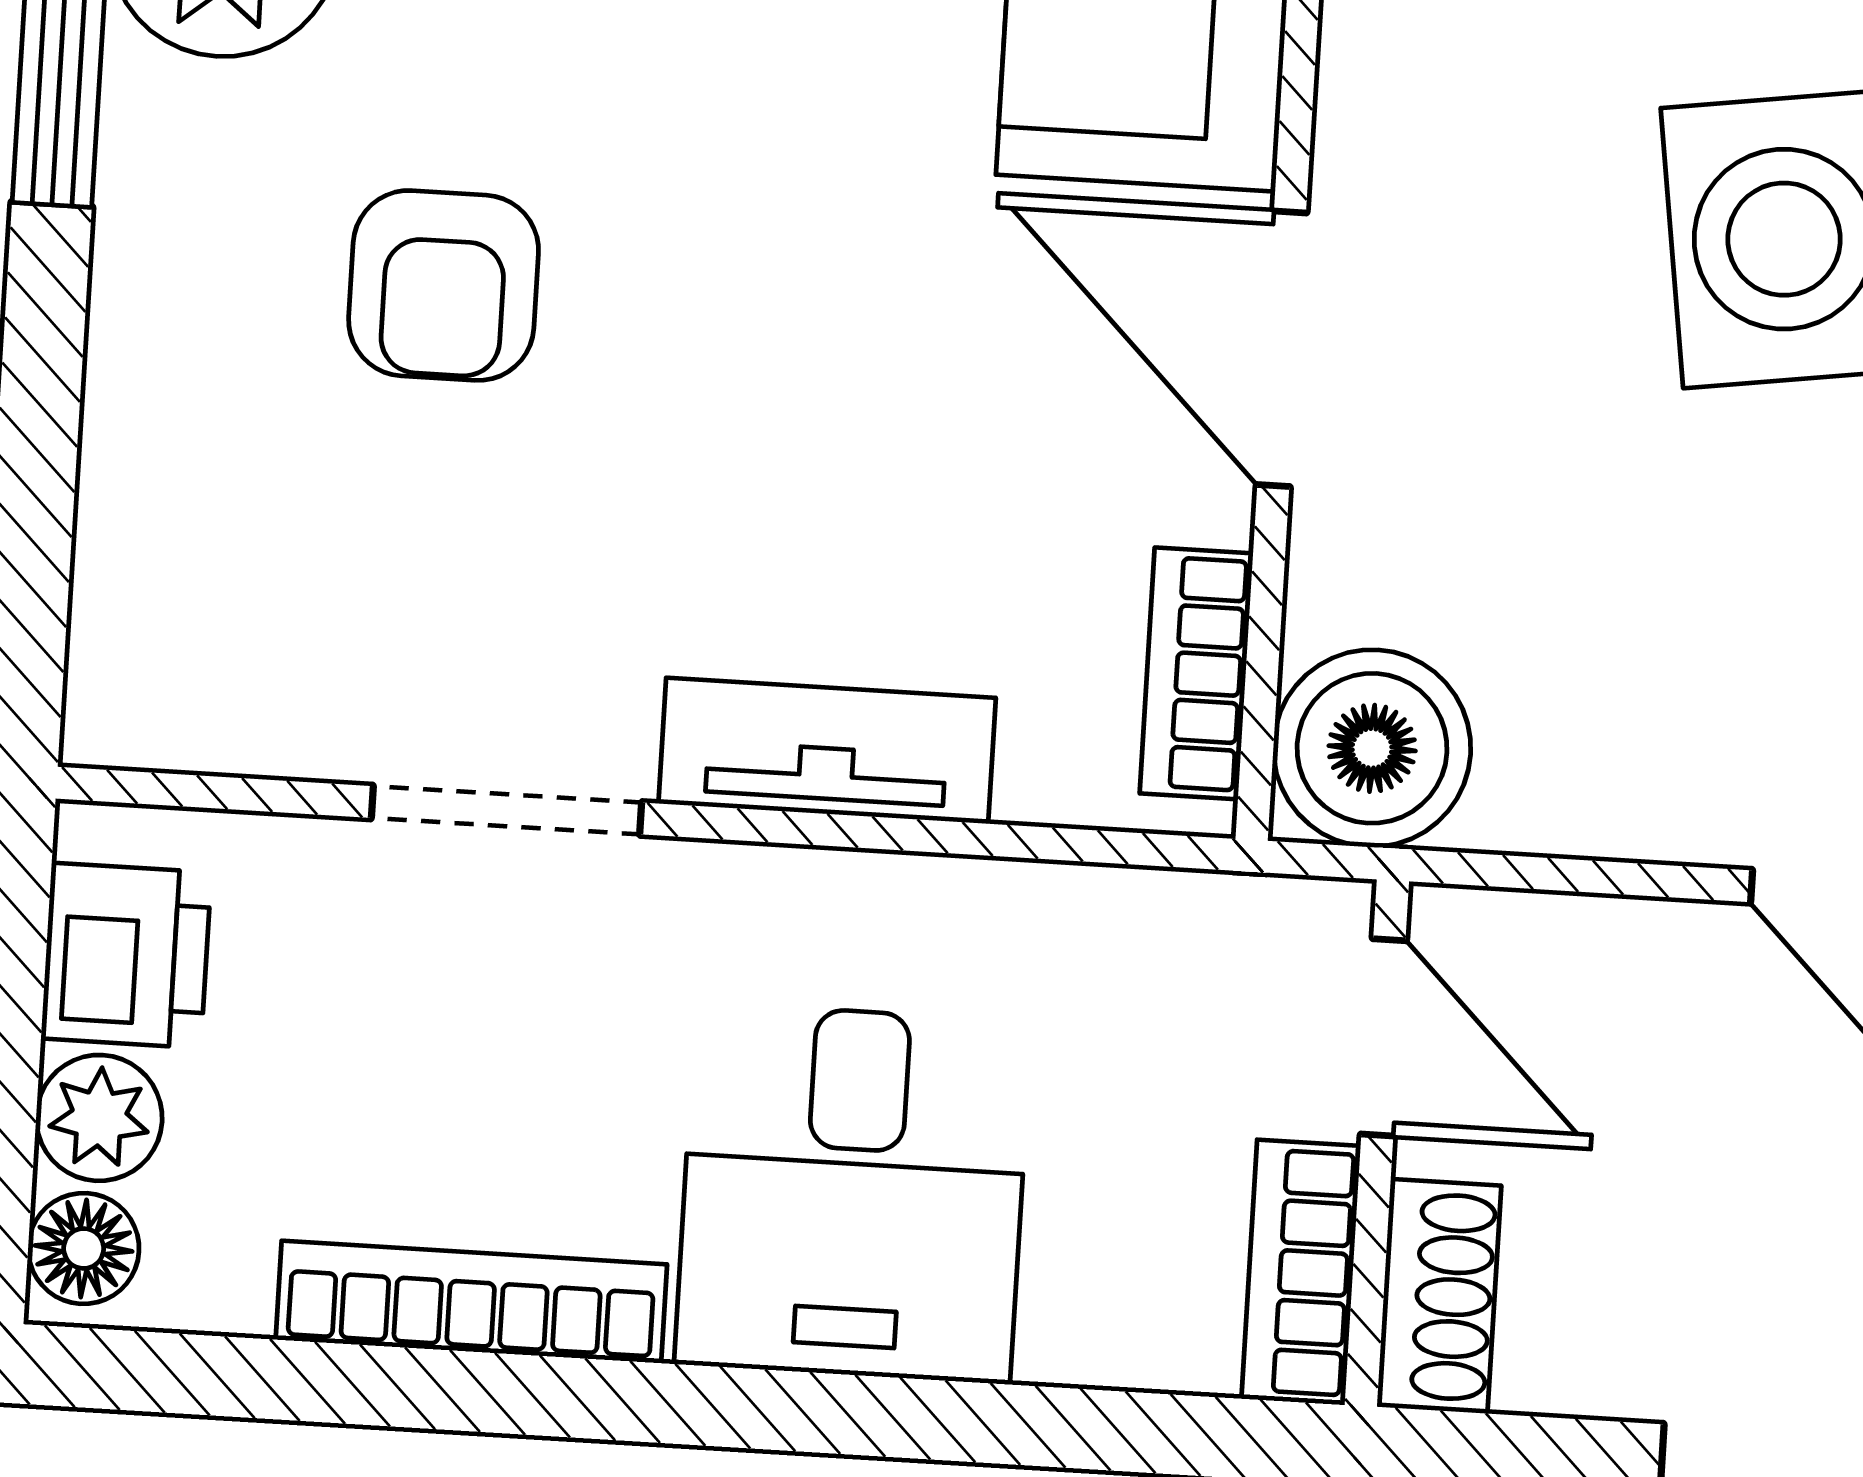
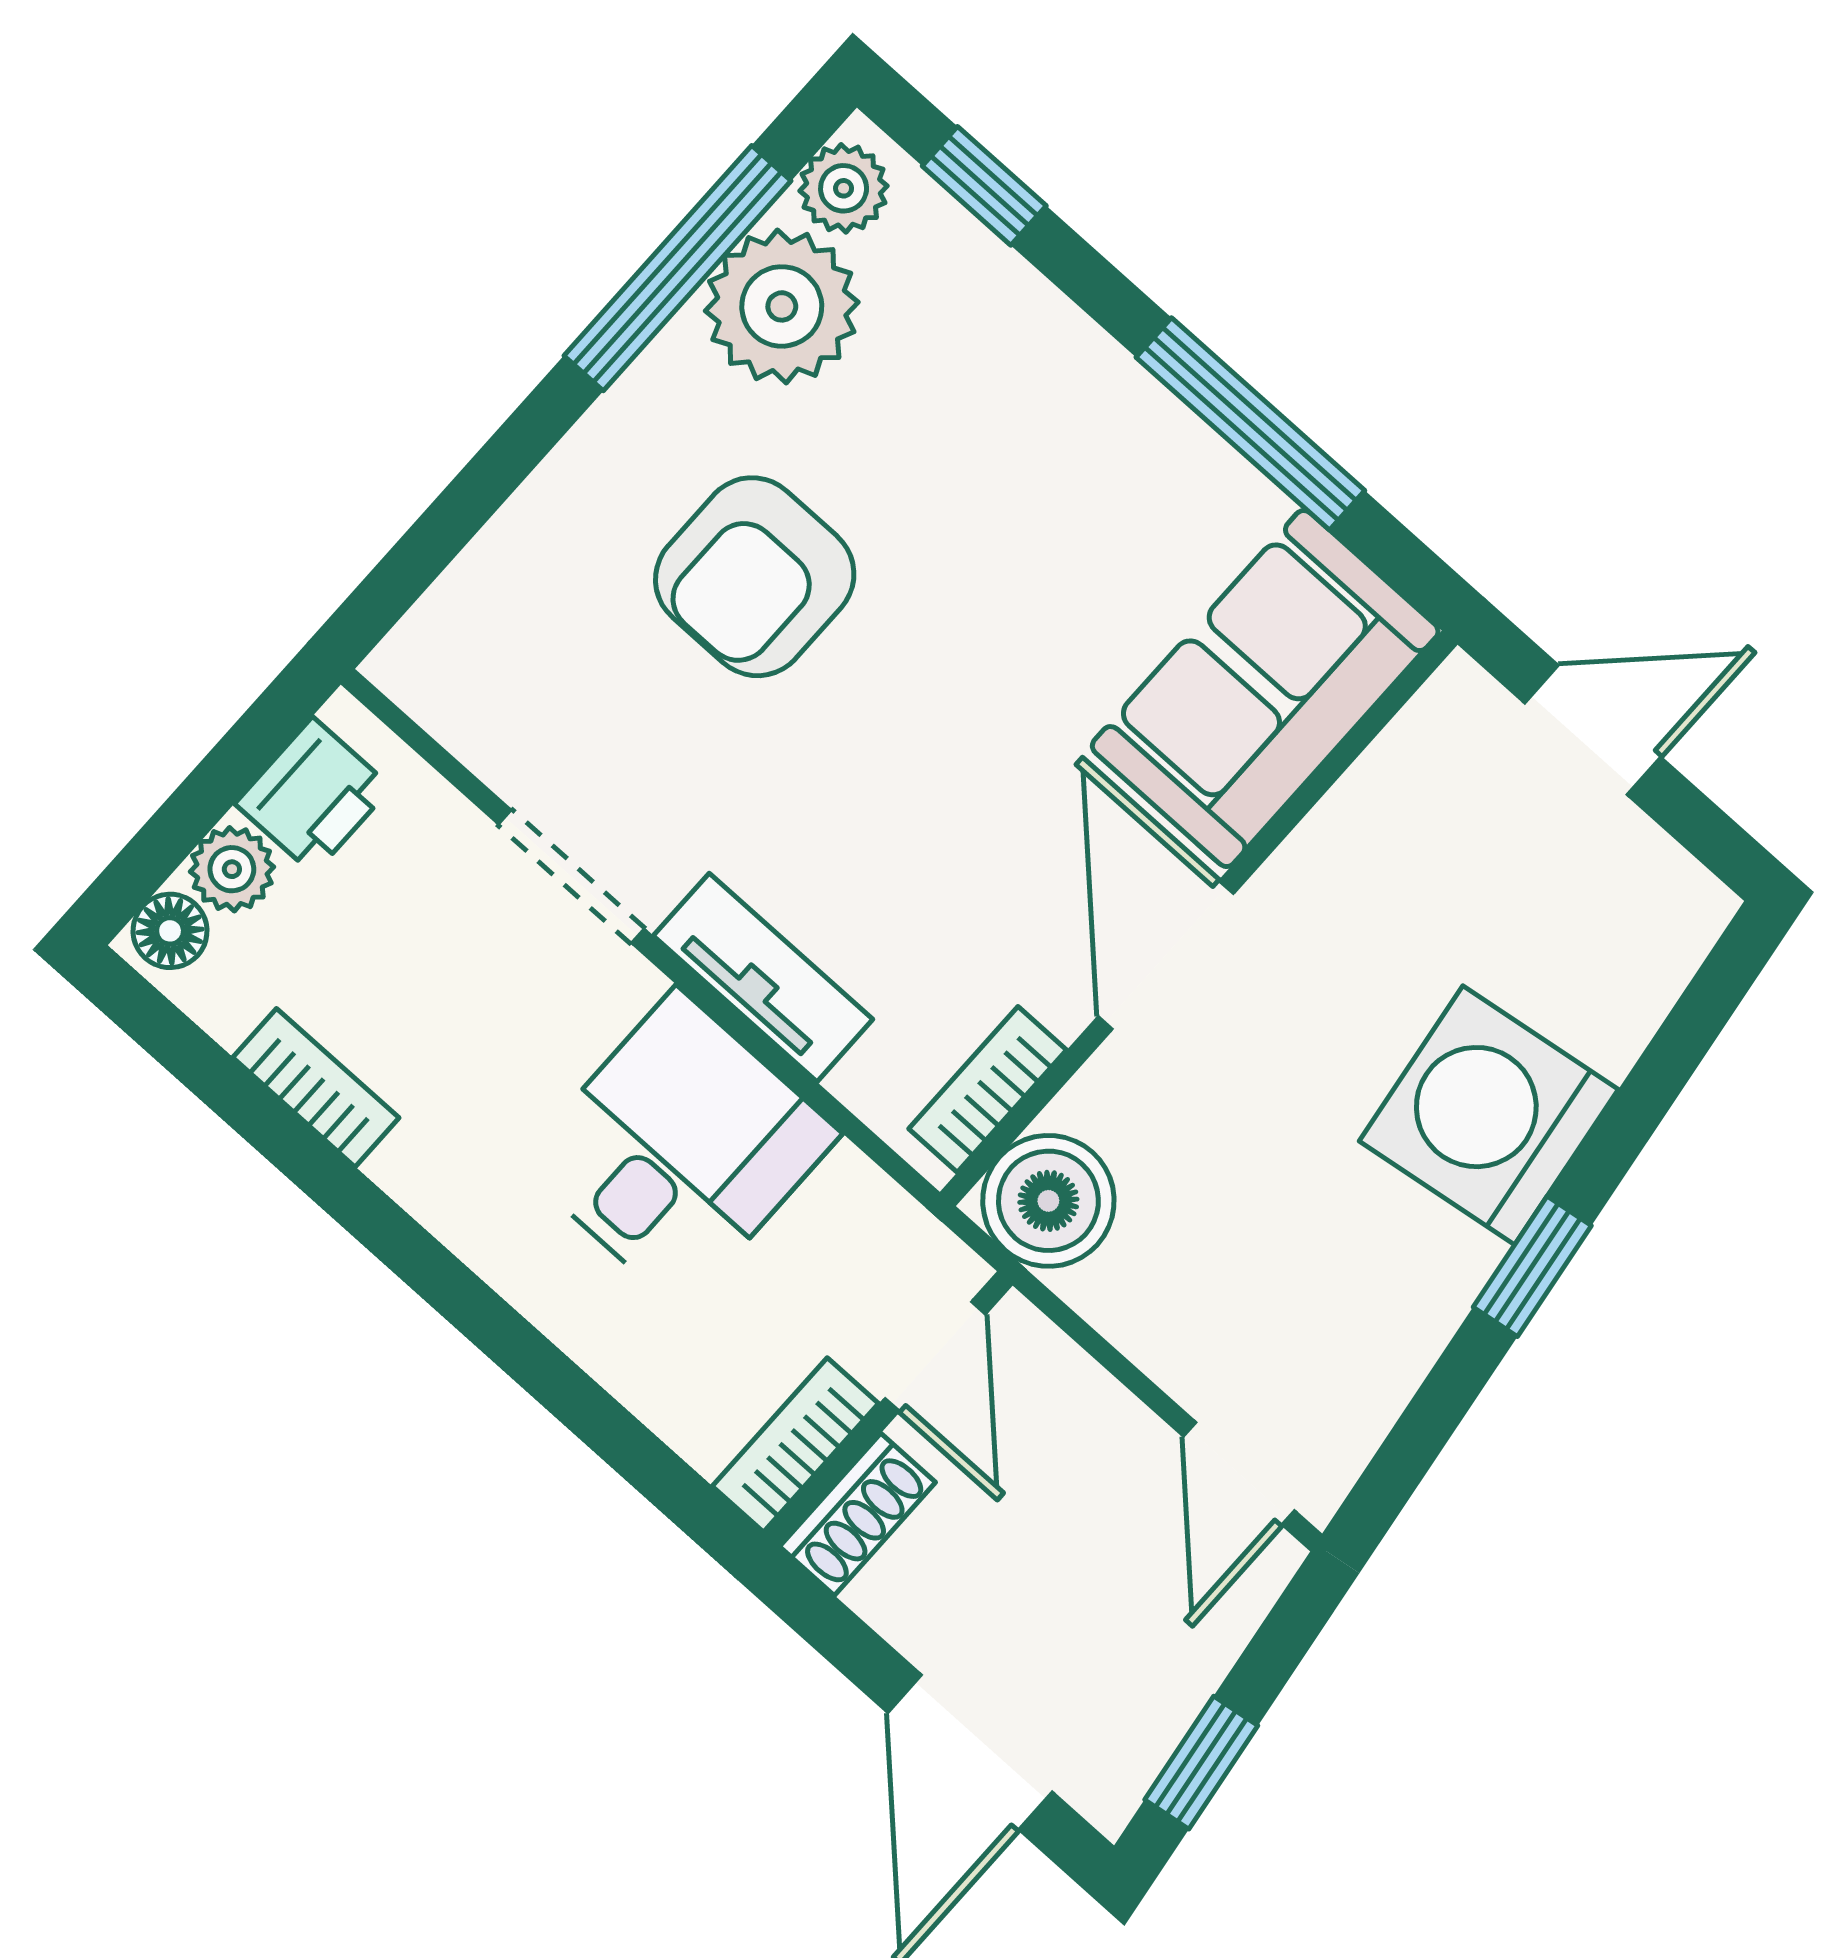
armchair: (444, 285) -> (755, 577), width x1.38, depth x1.38
desk: (853, 1193) -> (679, 1149), moved, turned 180
bookcase: (471, 1302) -> (316, 1088), width x0.64

